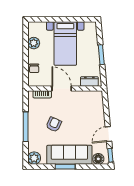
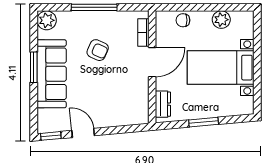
floor lamp: (98, 159) -> (45, 118), removed

